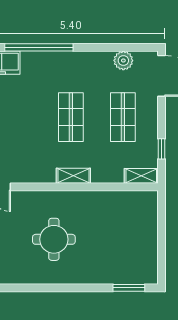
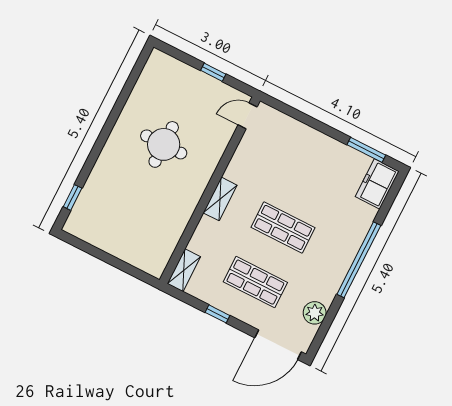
window: (39, 47) -> (359, 260), moved
window: (162, 149) -> (217, 314), moved
window: (129, 288) -> (73, 197), width x0.67

